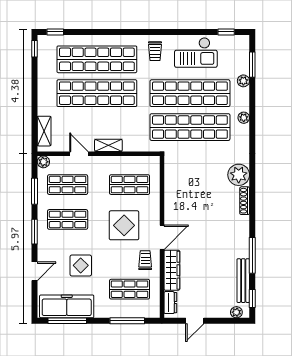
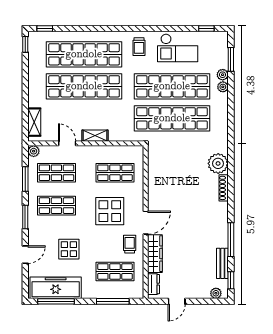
plant: (244, 118) -> (223, 87), moved
bench: (243, 281) -> (222, 263), width x0.73

